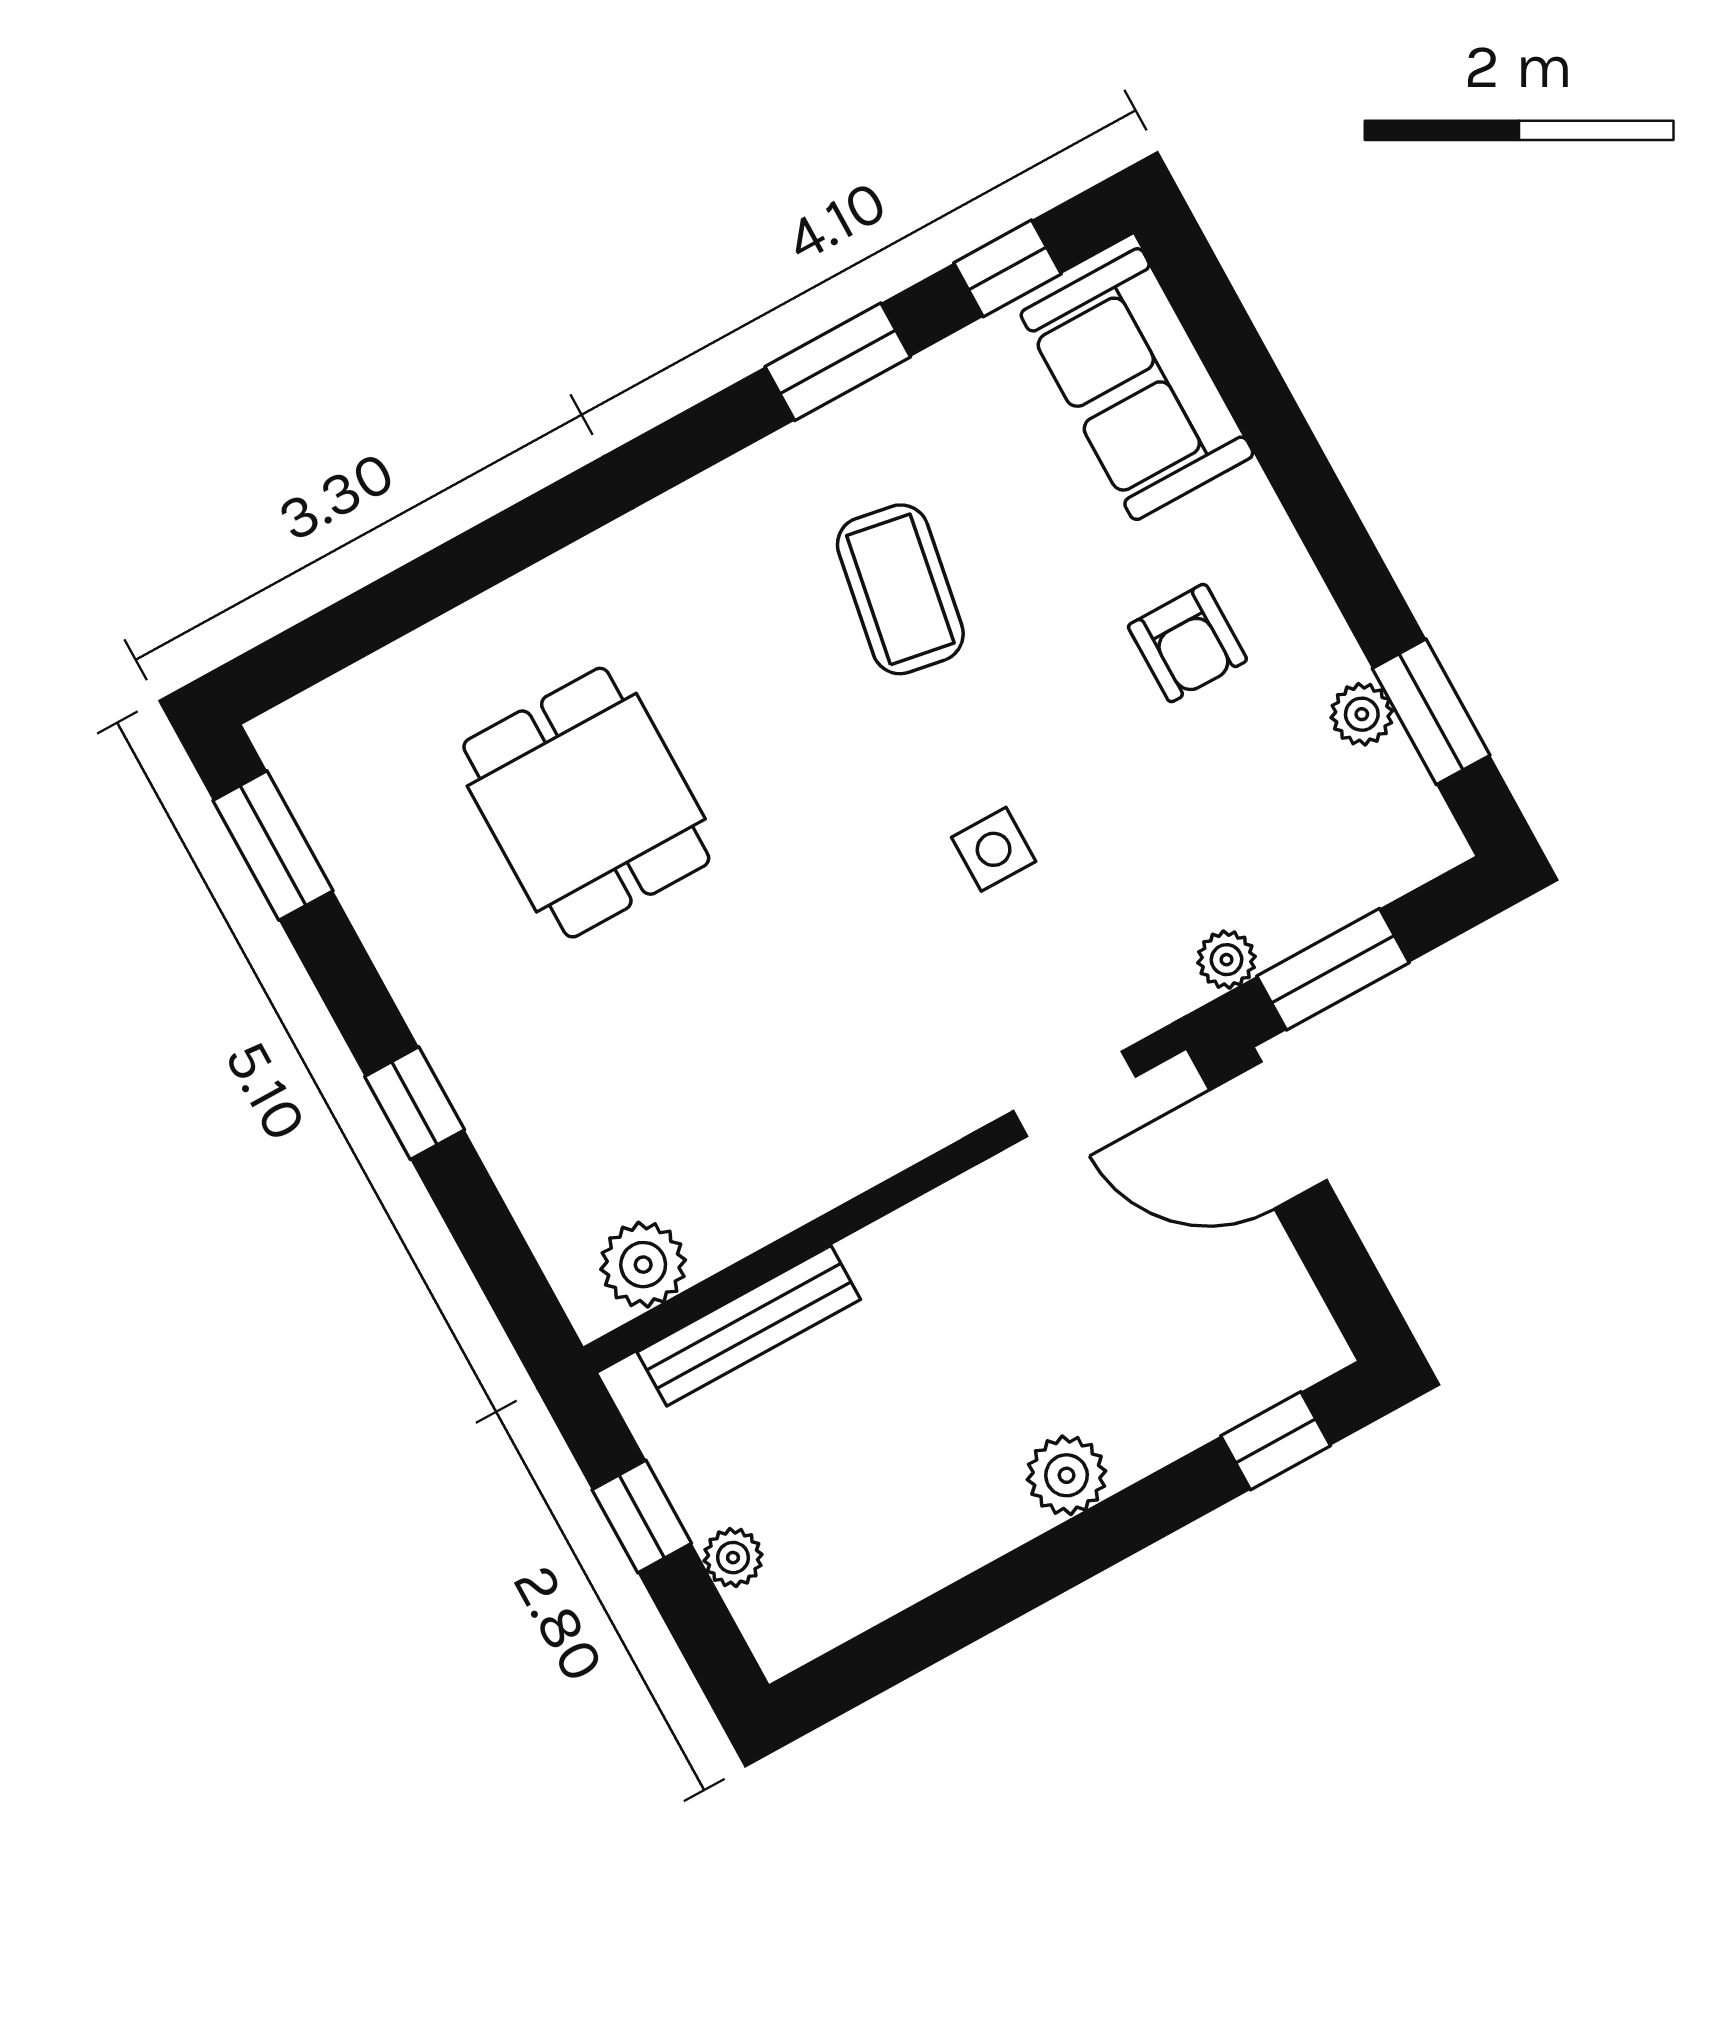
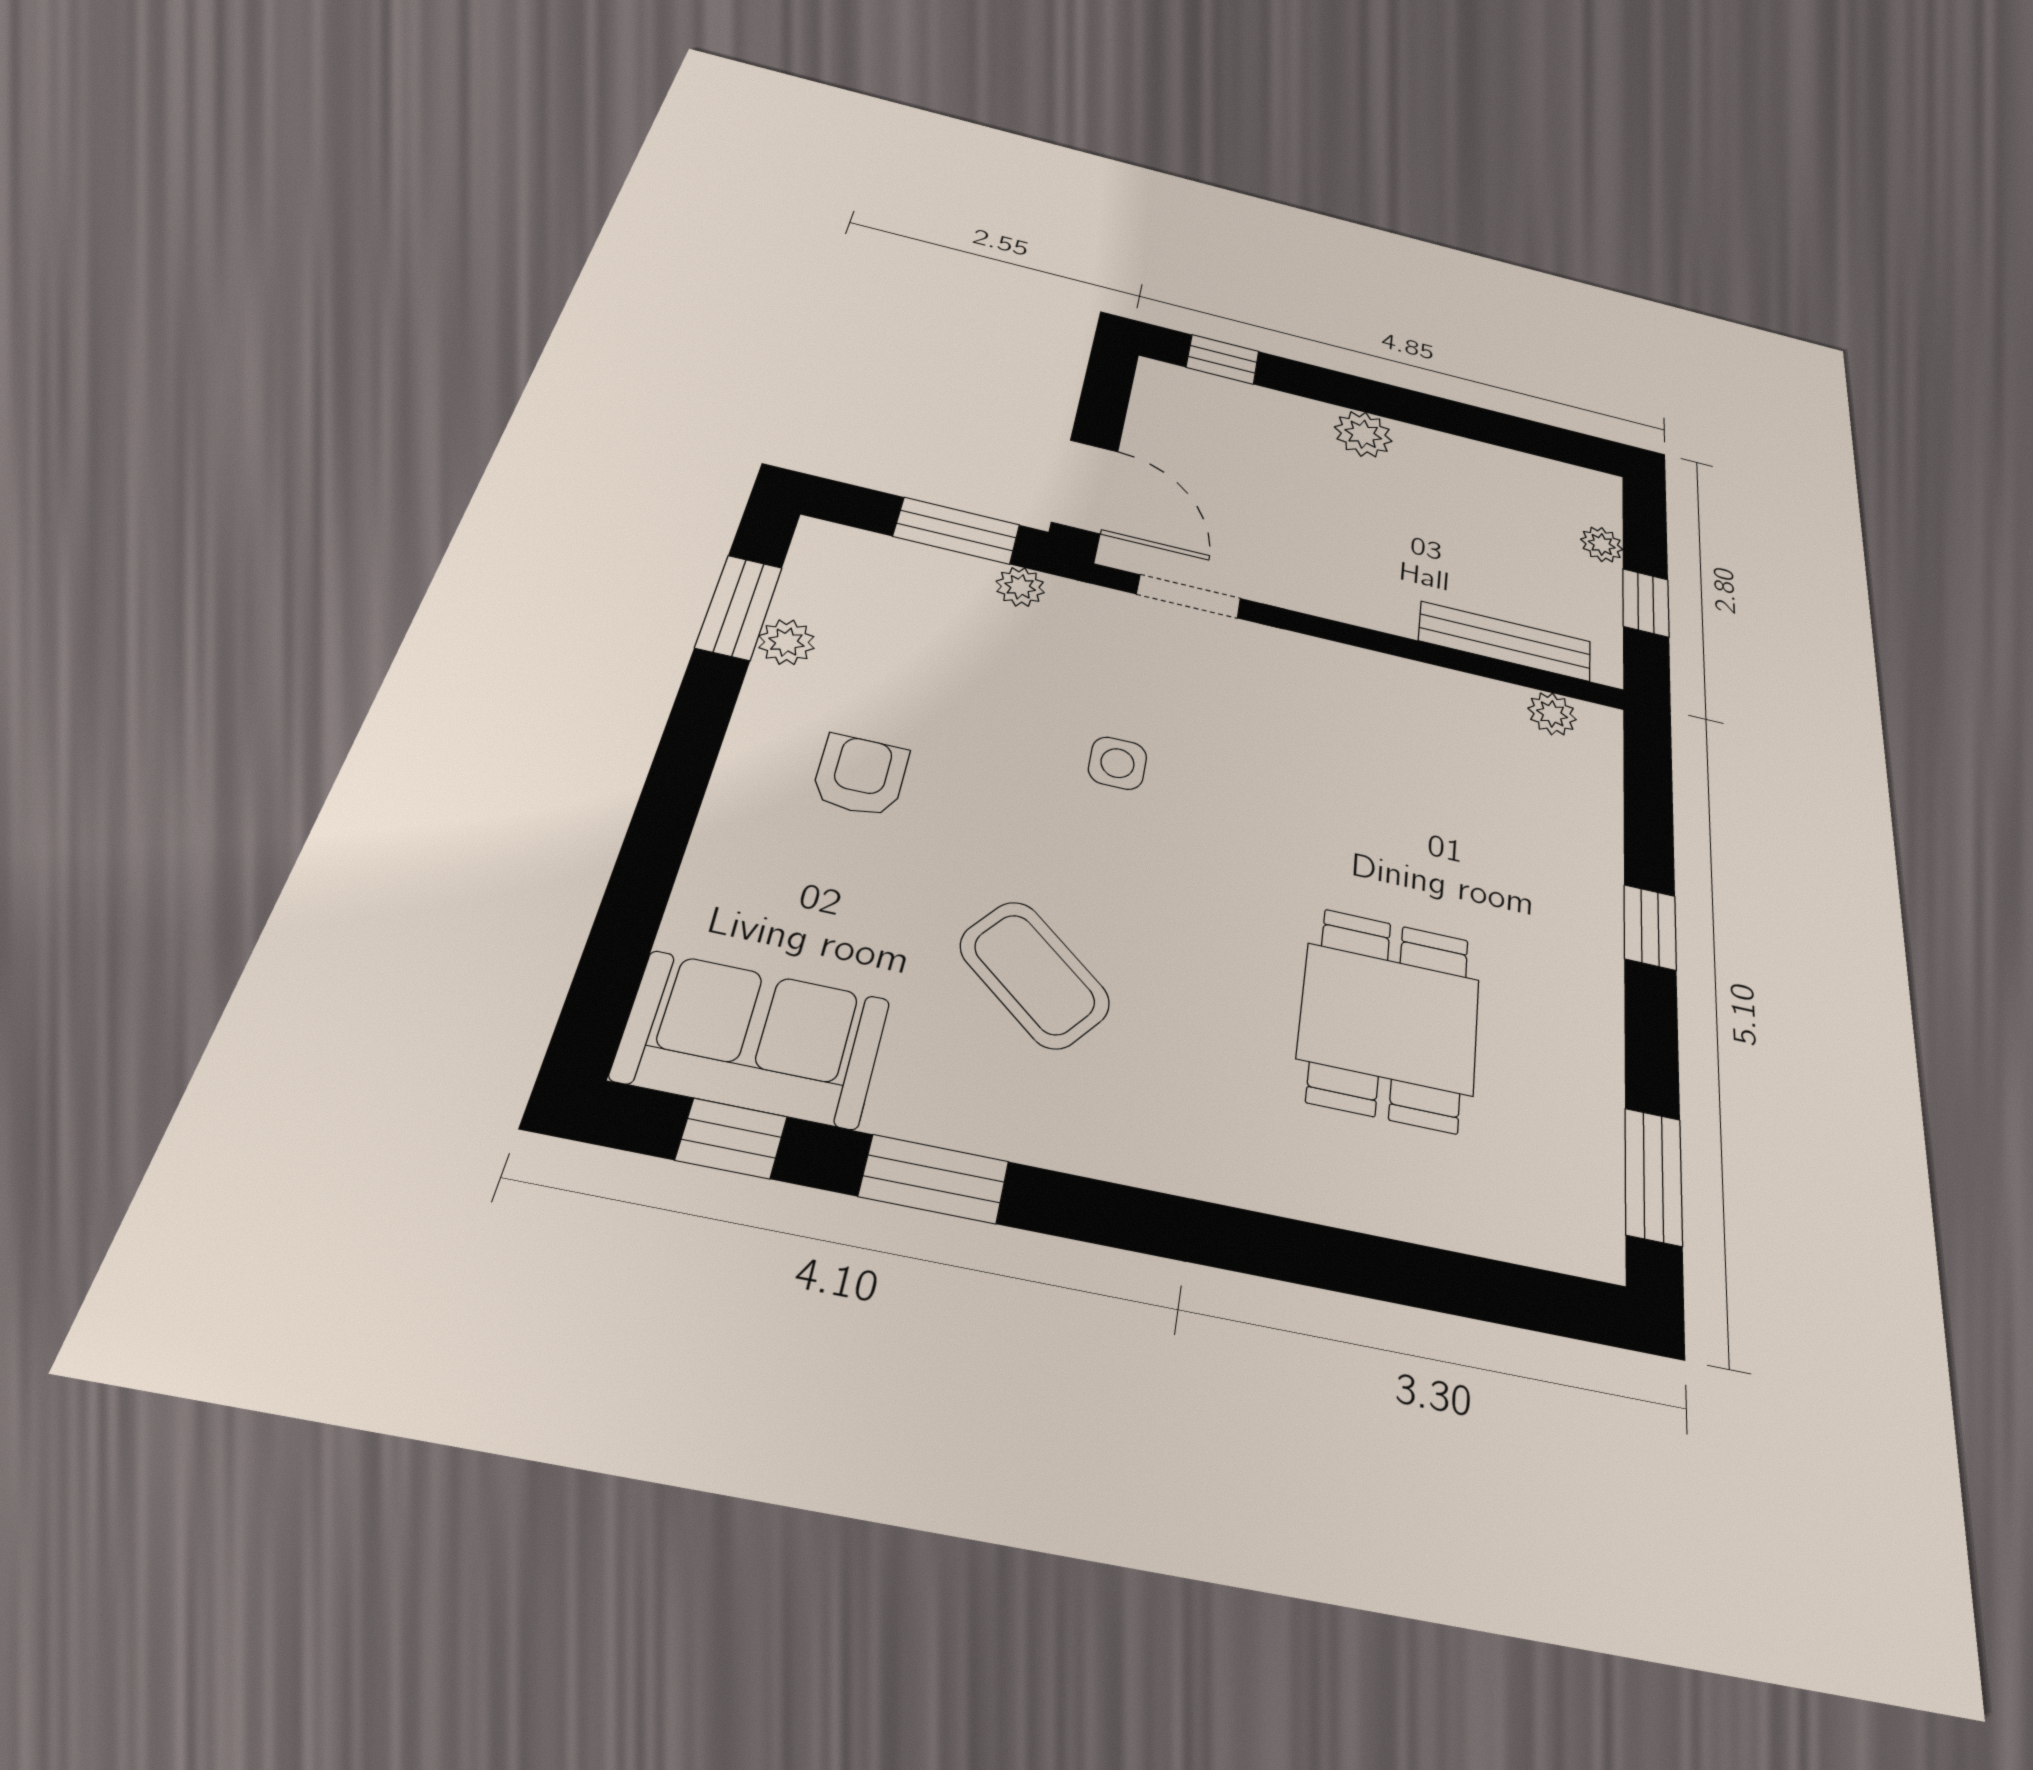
sofa: (1137, 384) -> (753, 1039), moved, turned -90
coffee table: (900, 589) -> (1035, 974), turned -61
plant: (643, 1265) -> (1552, 714), width x0.73, depth x0.73

